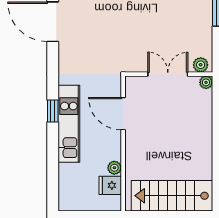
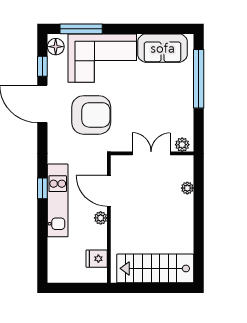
armchair: (104, 33) -> (91, 115), added
plant: (206, 82) -> (187, 188), moved
plant: (114, 168) -> (101, 218), moved

